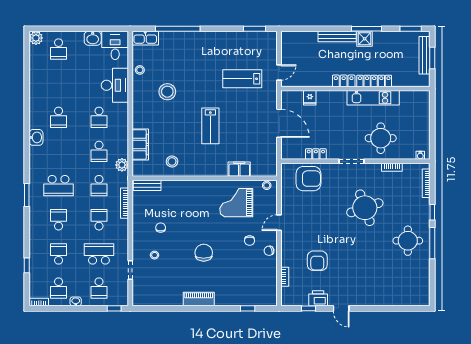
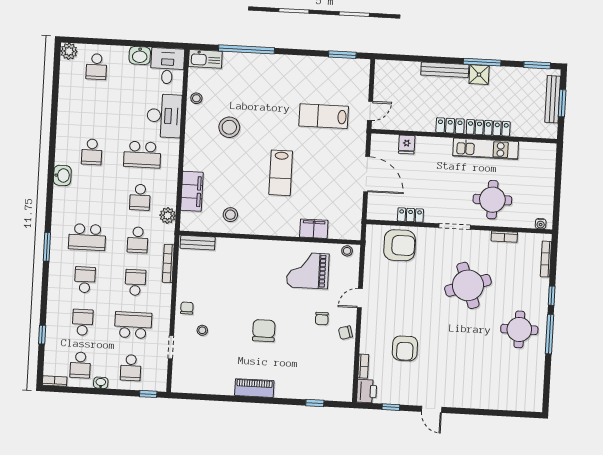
school desk: (99, 117) -> (142, 155), width x1.85
chair: (161, 228) -> (187, 308), moved
printer: (318, 298) -> (367, 391), moved, turned 90

